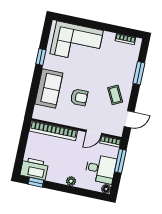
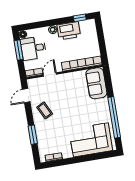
window: (41, 57) -> (114, 117), width x3.17
sofa: (49, 88) -> (96, 83), moved
armchair: (79, 97) -> (72, 98), removed
window: (120, 161) -> (19, 50), moved
printer: (34, 169) -> (69, 31), moved

